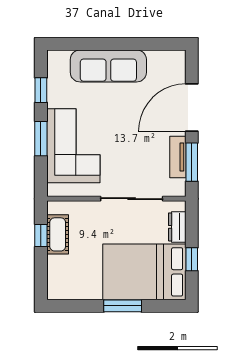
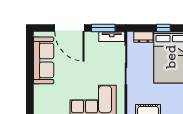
sofa: (108, 66) -> (44, 60), moved
tv unit: (178, 157) -> (112, 37), moved

